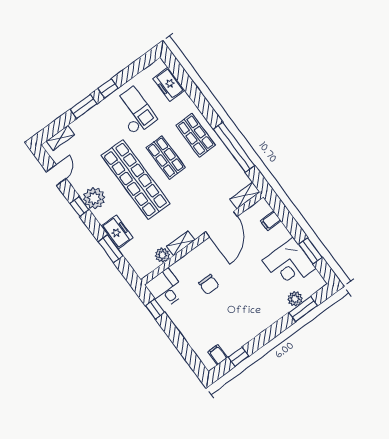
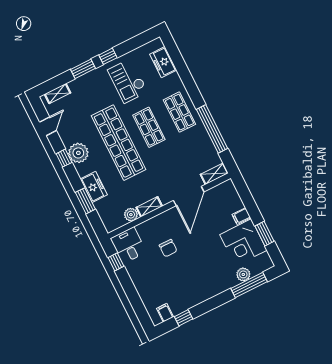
checkout: (134, 111) -> (128, 81), turned 180
filing cabinet: (271, 221) -> (241, 216), moved
window: (303, 309) -> (249, 285), width x1.44

